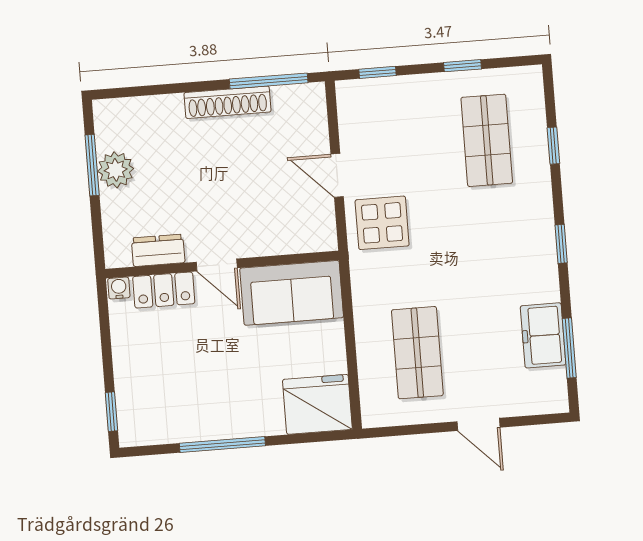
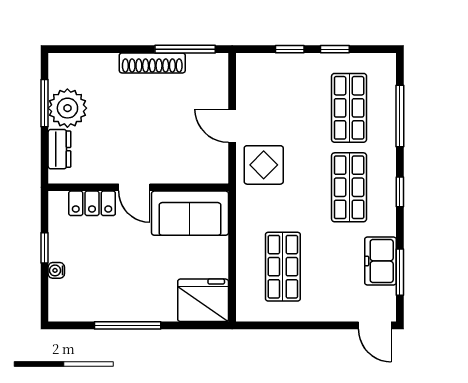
window: (378, 72) -> (290, 49), moved
window: (553, 146) -> (400, 116), width x2.17
plant: (116, 170) -> (67, 108), width x1.36, depth x1.36
shop shelf: (495, 243) -> (349, 187), added
dresser: (158, 250) -> (59, 149), moved, turned 90
water cooler: (119, 288) -> (56, 270), moved, turned -90
window: (111, 412) -> (45, 248), moved
door: (479, 424) -> (375, 325), moved

